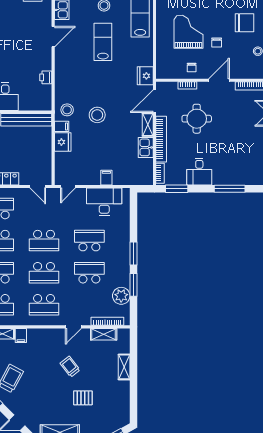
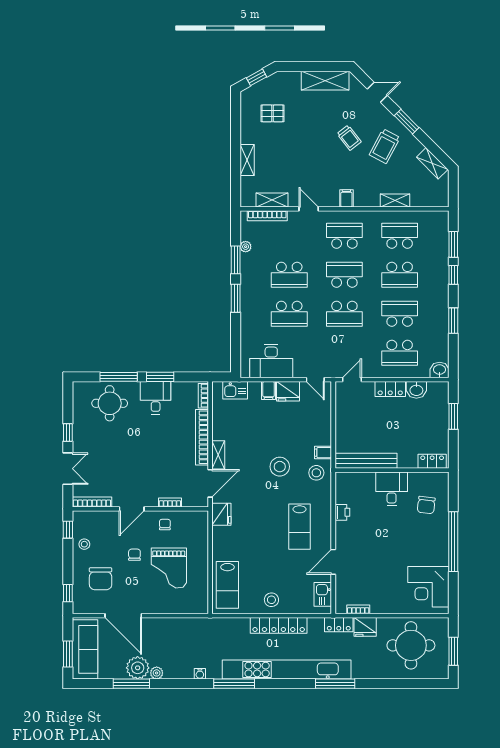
chair: (244, 23) -> (101, 579), turned -90
lab bench: (103, 42) -> (300, 527), moved
round table: (197, 119) -> (110, 403), moved
fridge: (63, 142) -> (288, 391), moved, turned -90
kitchen sink: (146, 147) -> (235, 390), moved, turned 90
door: (38, 186) -> (352, 380), hinge flipped
door: (68, 186) -> (315, 380), swing flipped
window: (177, 189) -> (160, 377), moved
school desk: (44, 241) -> (344, 314), turned 180
plant: (121, 296) -> (246, 247), width x0.53, depth x0.53
door: (73, 327) -> (309, 209), hinge flipped
filing cabinet: (21, 336) -> (346, 198), moved
trolley: (70, 367) -> (349, 138), moved
pallet: (83, 398) -> (273, 113), moved

